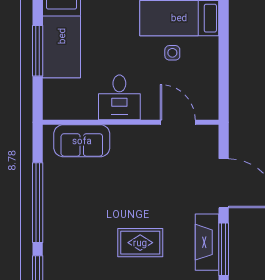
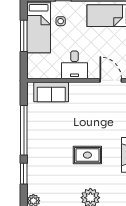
side table: (172, 53) -> (61, 21), moved

